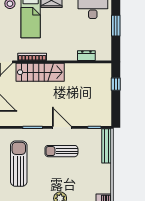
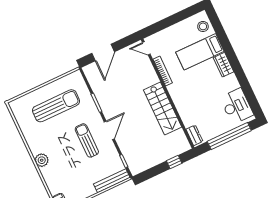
window: (116, 26) -> (229, 136), width x2.11
dresser: (86, 56) -> (194, 135), moved
stairs: (40, 72) -> (163, 108), moved

